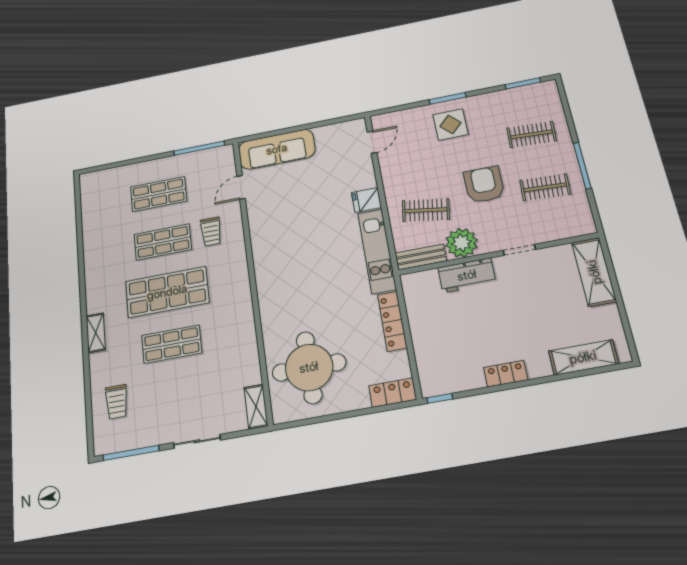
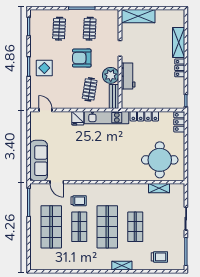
shop shelf: (159, 194) -> (51, 227), width x1.43, depth x1.36
shelving: (583, 357) -> (179, 42), moved
shelving: (256, 407) -> (159, 188), moved

